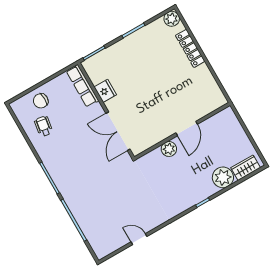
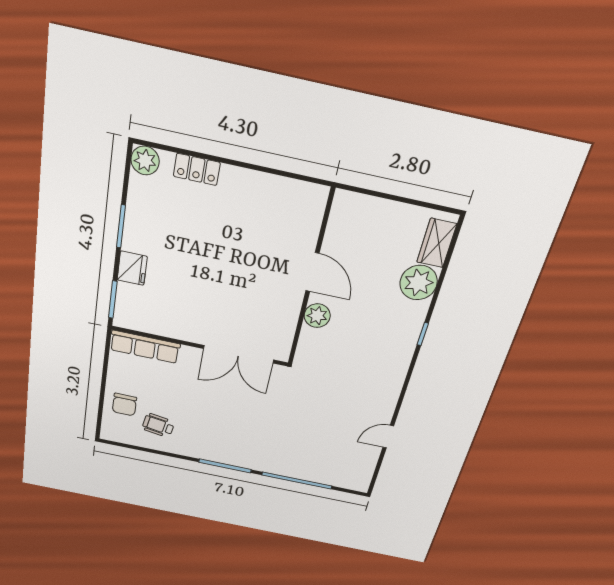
locker: (190, 48) -> (197, 169), width x0.66
fridge: (105, 91) -> (132, 268), moved, turned 90

